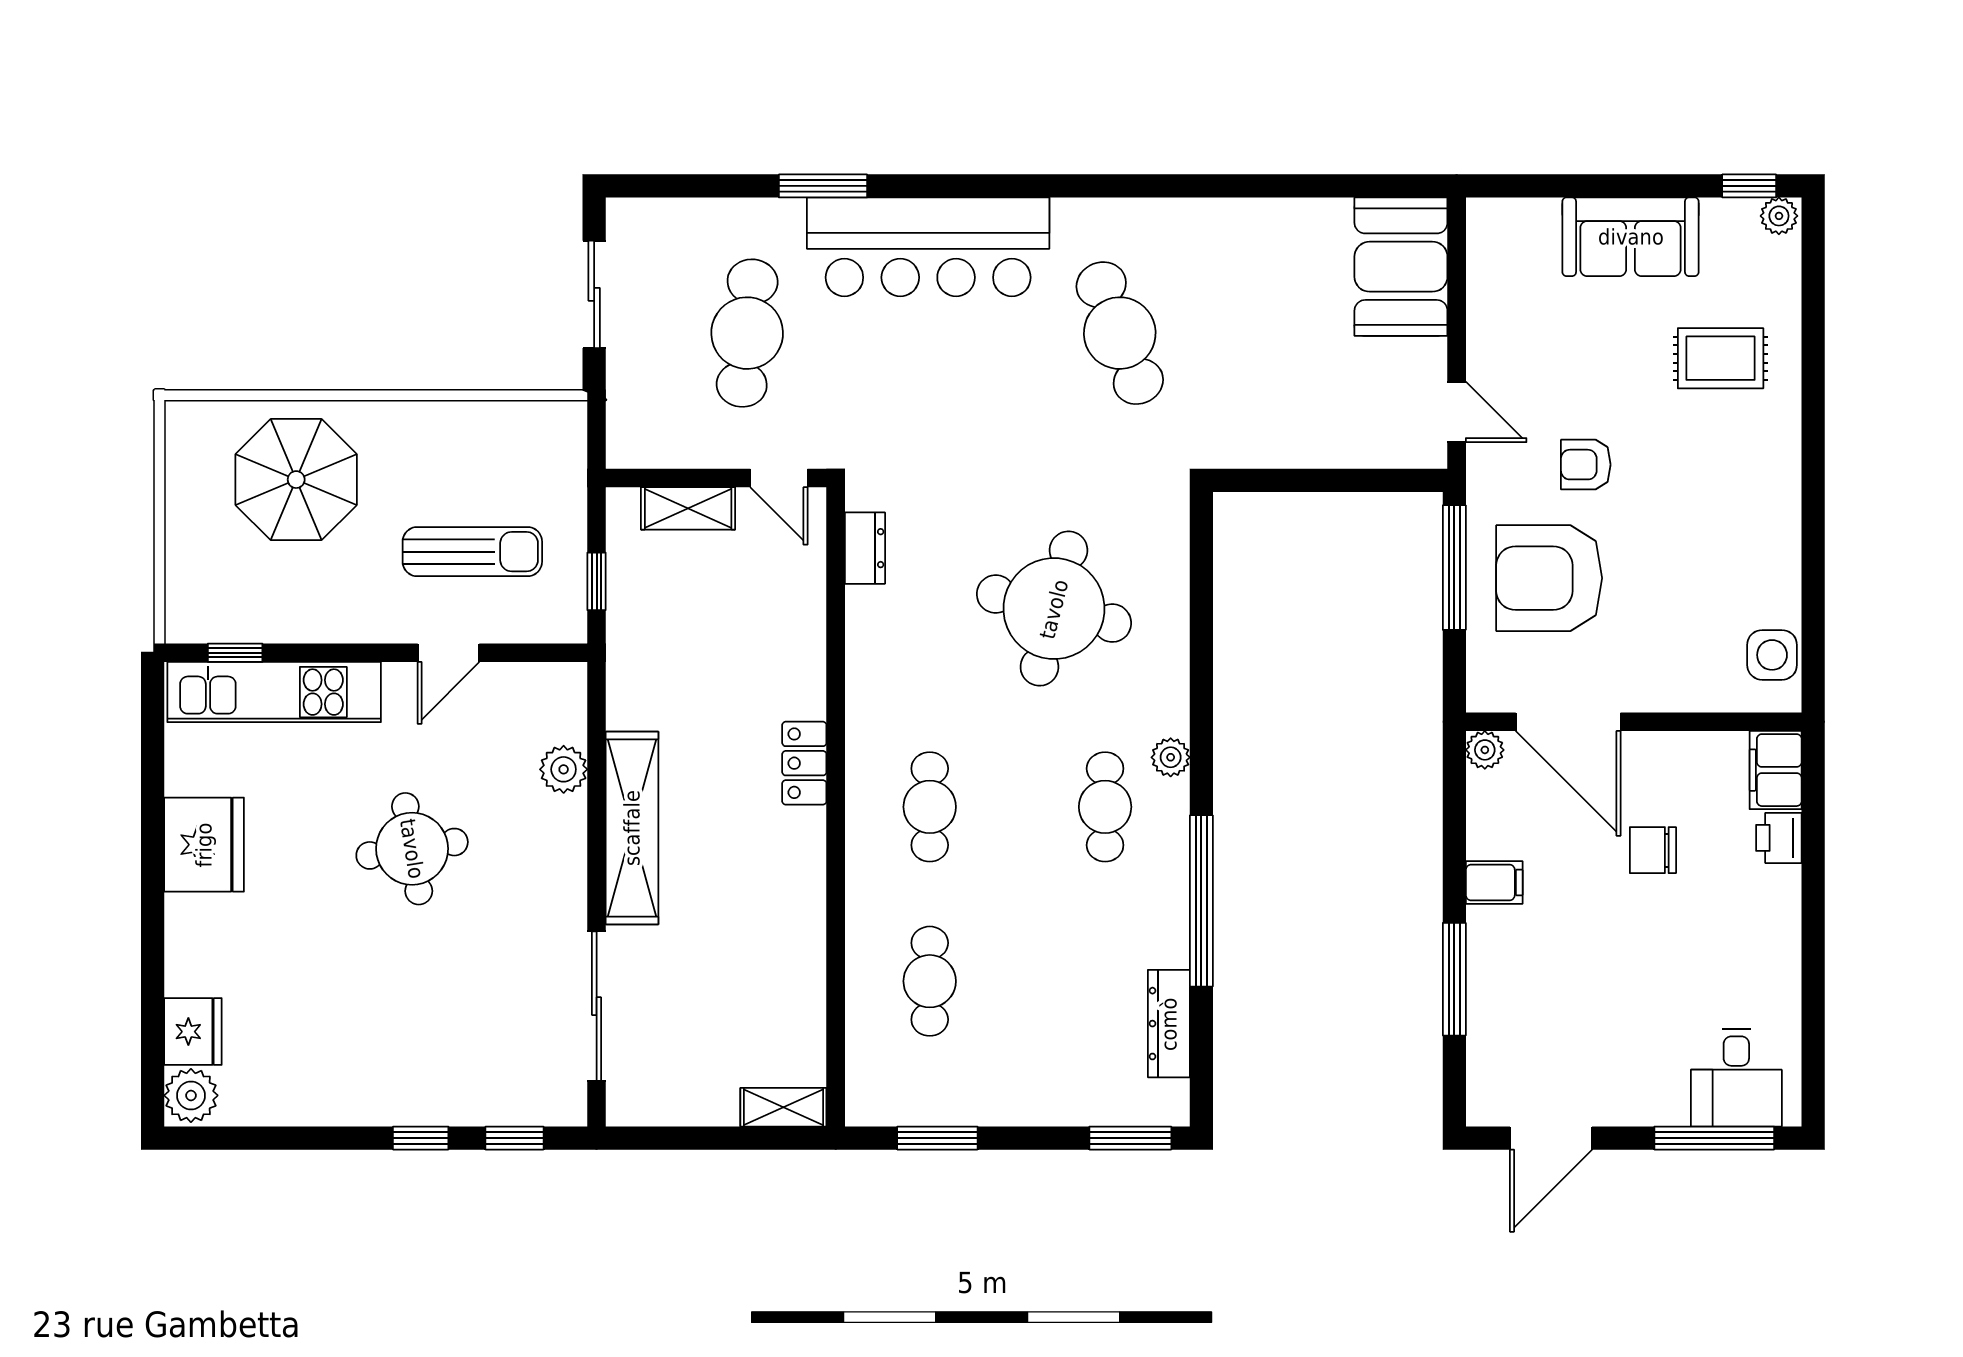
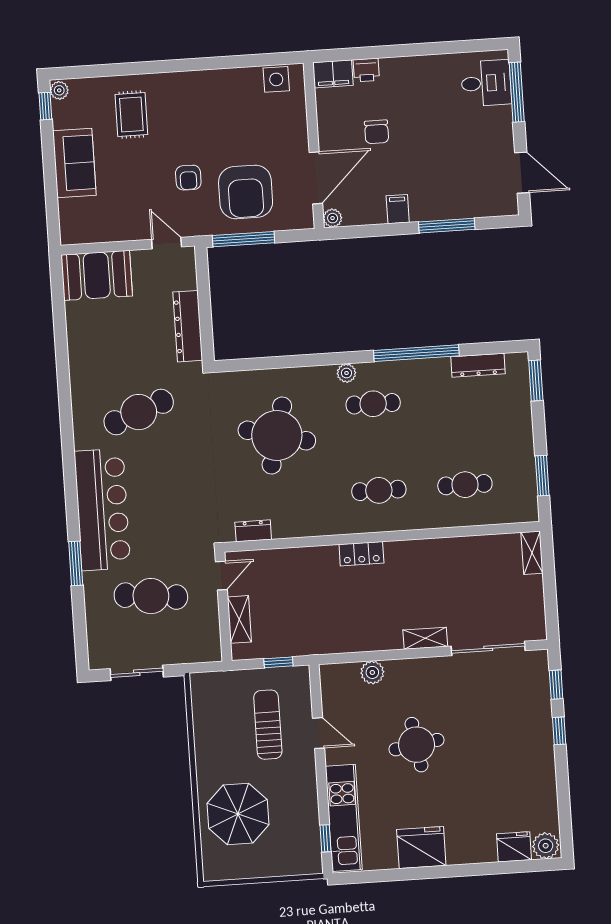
door: (1457, 412) -> (167, 243), hinge flipped
dresser: (1286, 443) -> (188, 326), added
shelving: (632, 828) -> (425, 638), width x0.45, depth x0.75

